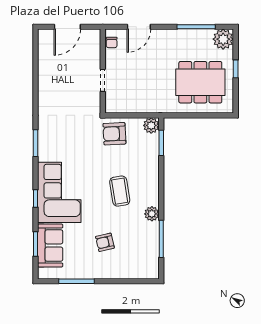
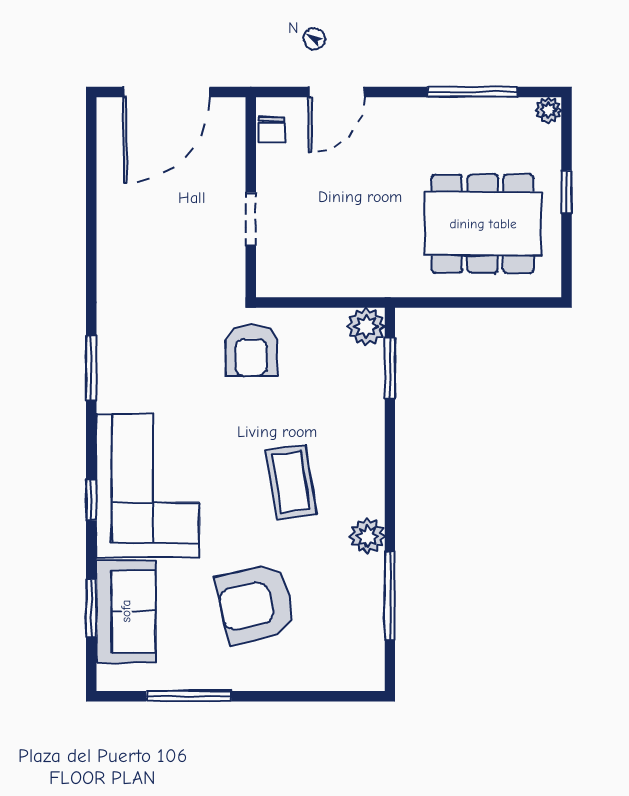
door: (67, 27) -> (167, 92), width x1.36
plant: (223, 39) -> (548, 110), width x0.53, depth x0.53
armchair: (114, 134) -> (251, 350), moved, turned -87
armchair: (105, 242) -> (256, 604), width x1.88, depth x1.88

